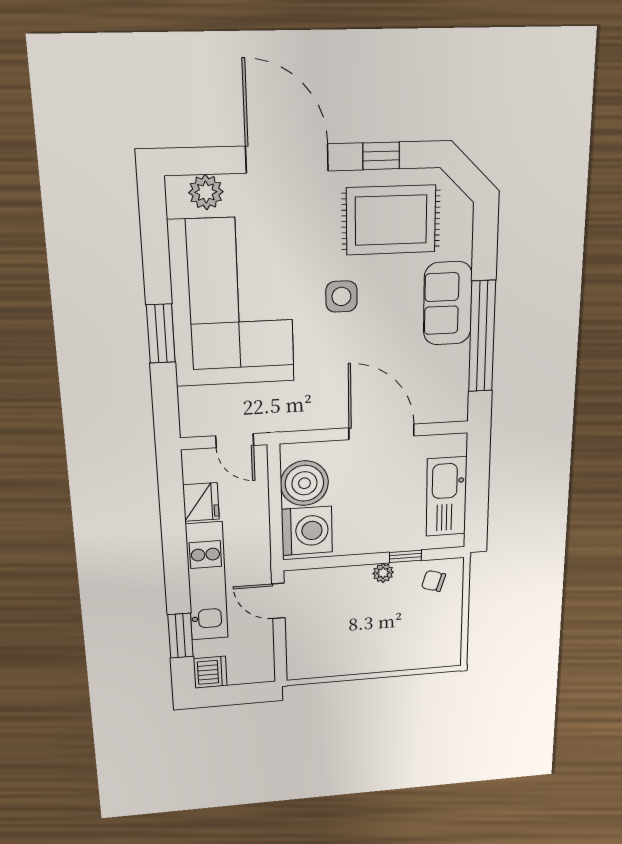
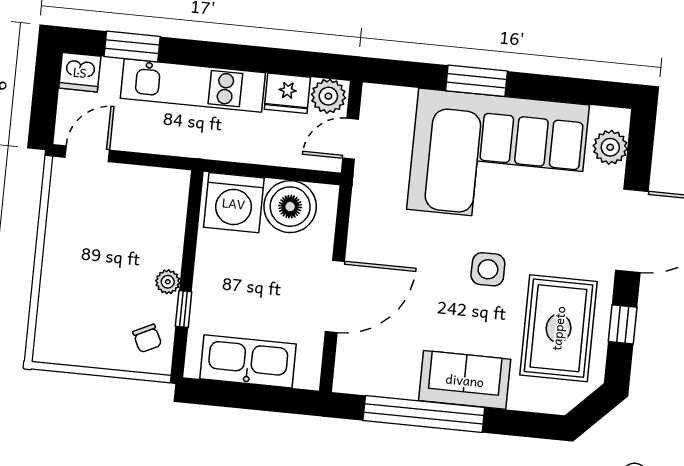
plant: (198, 466) -> (328, 96), added
chair: (434, 581) -> (147, 338), turned 137
door: (278, 601) -> (87, 154), moved

